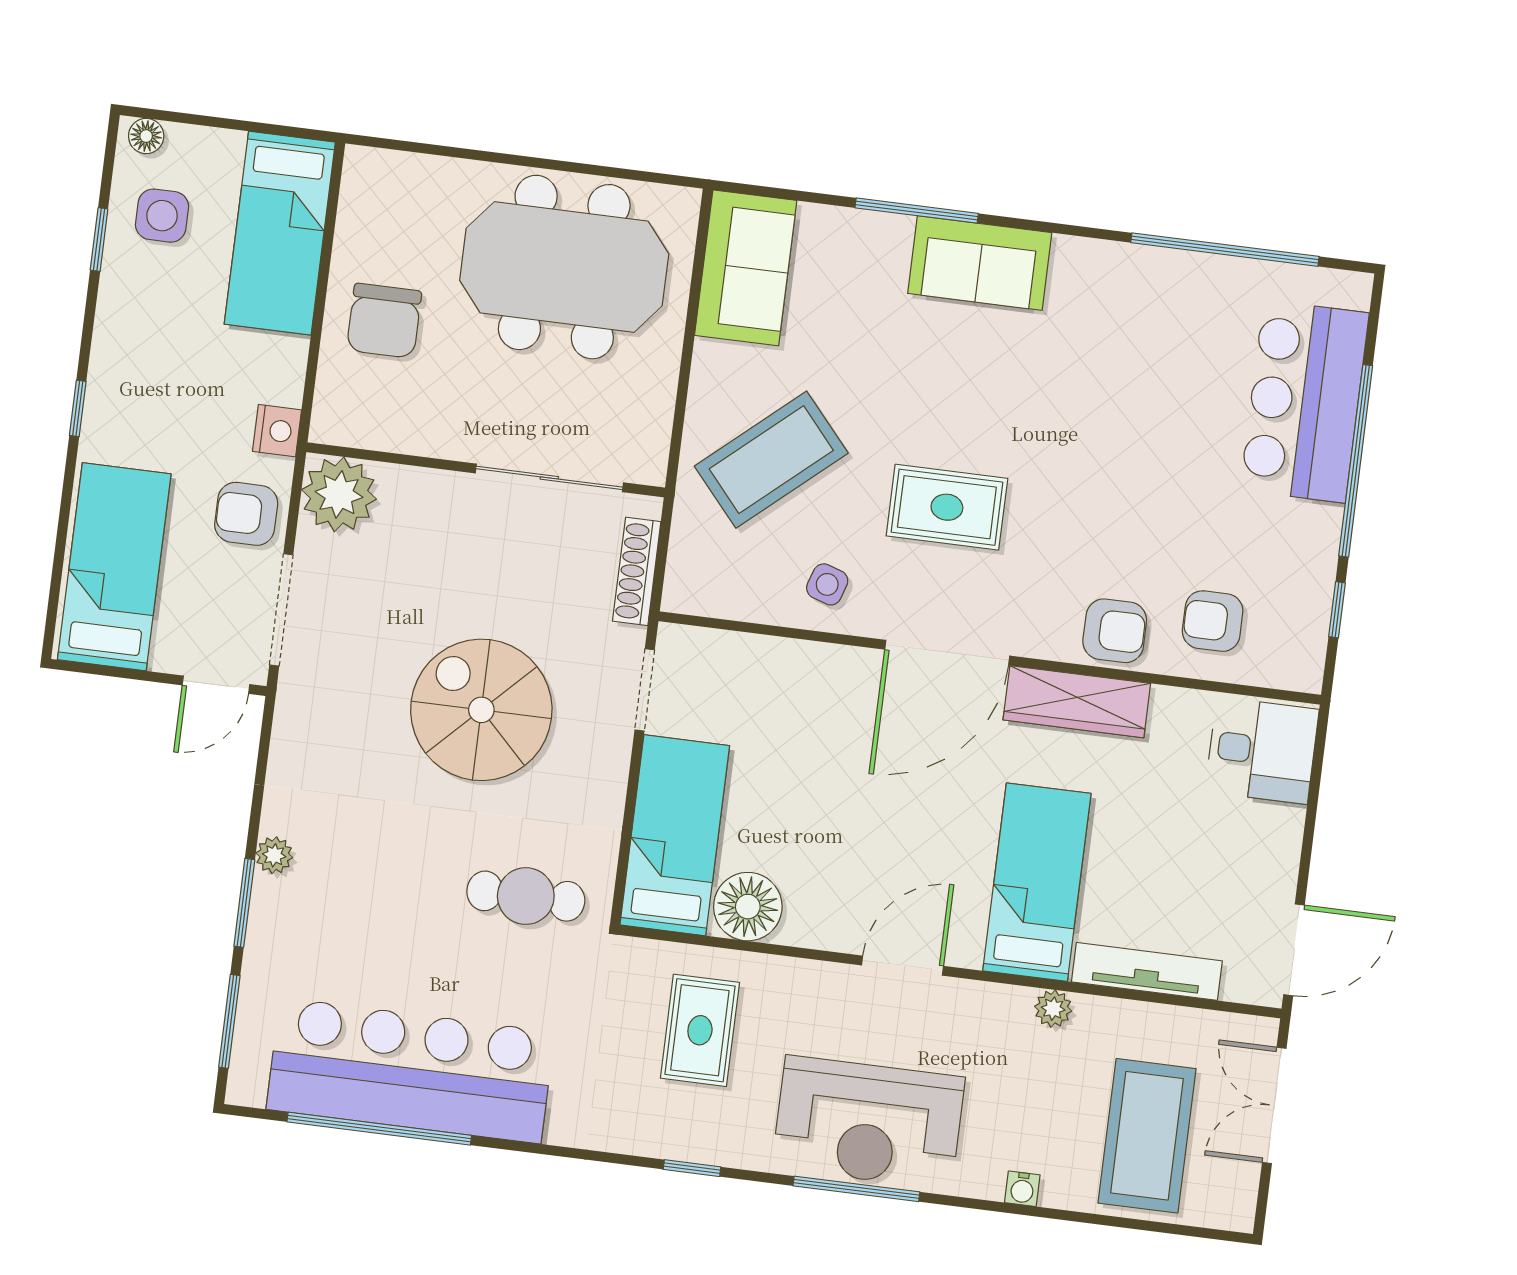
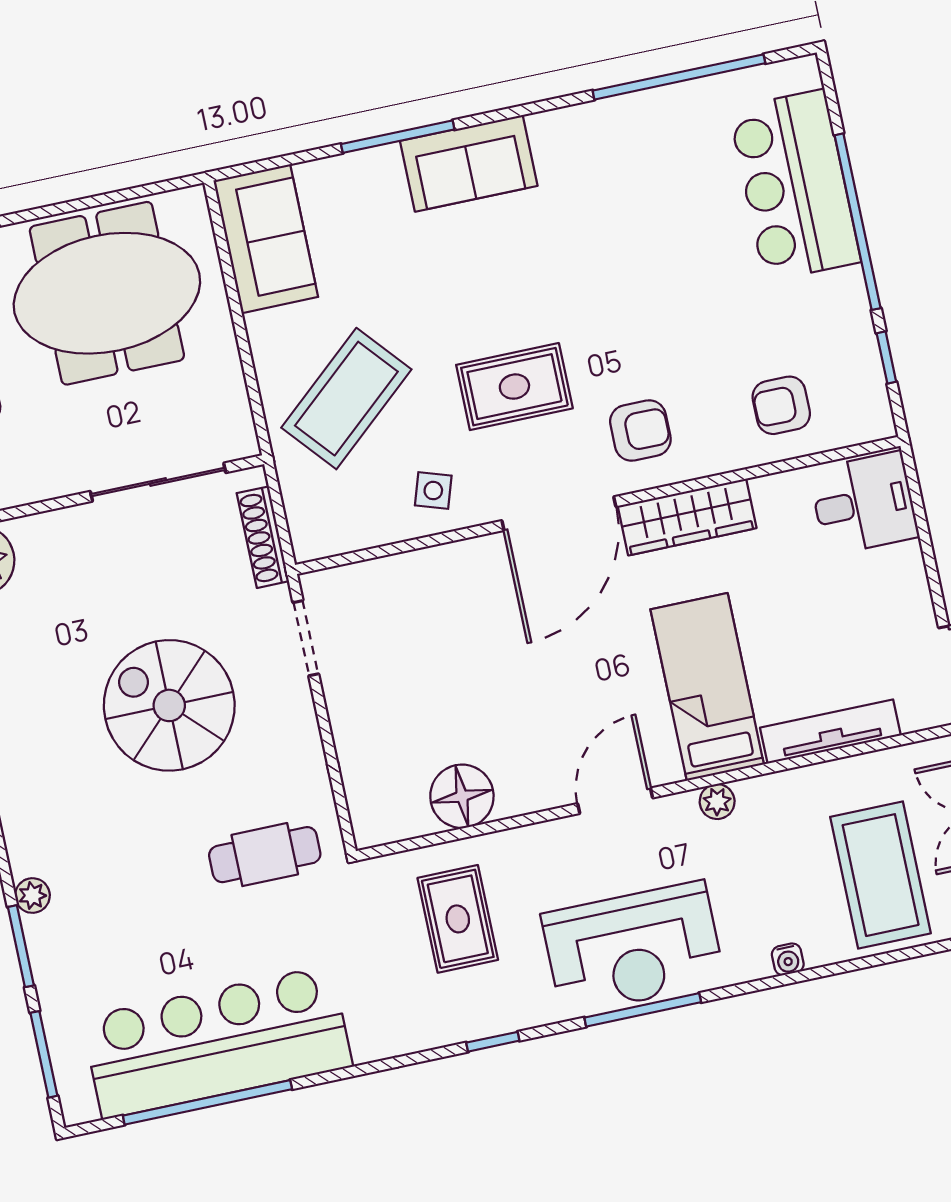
armchair: (1115, 631) -> (640, 431), moved
bed: (675, 835) -> (376, 756), removed
plant: (1053, 1009) -> (717, 802), moved

